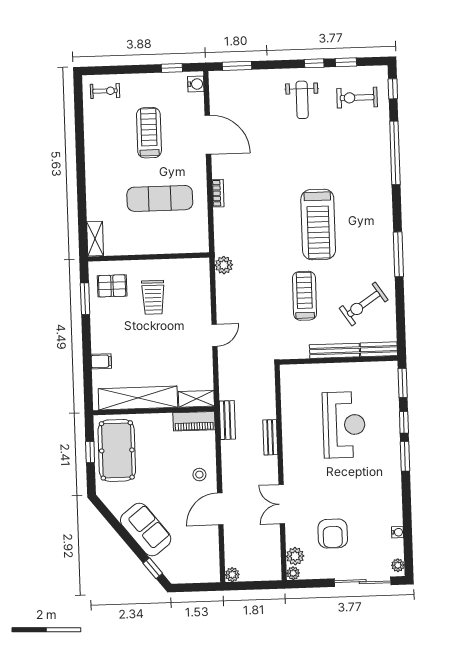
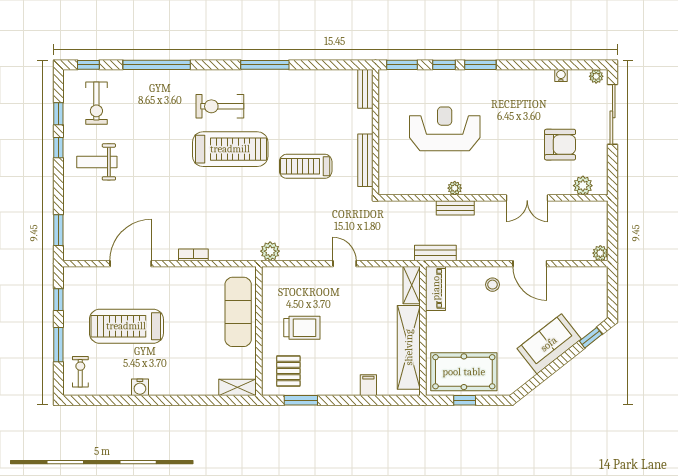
window: (130, 69) -> (58, 345), added
water cooler: (196, 84) -> (140, 387), moved, turned 180
weight bench: (302, 100) -> (97, 162), turned 180
treadmill: (149, 133) -> (126, 326), width x1.37, depth x1.38
exercise mat: (160, 198) -> (238, 312), moved
exercise bike: (364, 304) -> (220, 106), moved, turned 124
bench: (334, 351) -> (365, 160), moved
plant: (293, 573) -> (455, 188), moved

